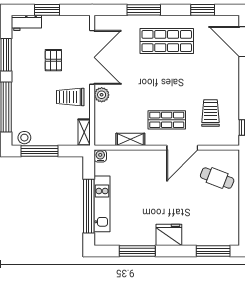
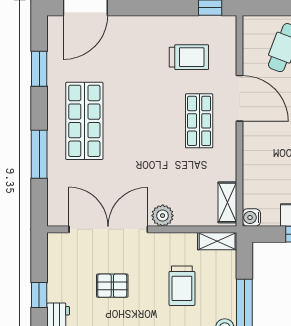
window: (47, 10) -> (39, 295), width x0.67
trolley: (70, 97) -> (182, 286), moved
trolley: (211, 113) -> (189, 57), turned 180
shelving: (130, 139) -> (227, 202), moved

